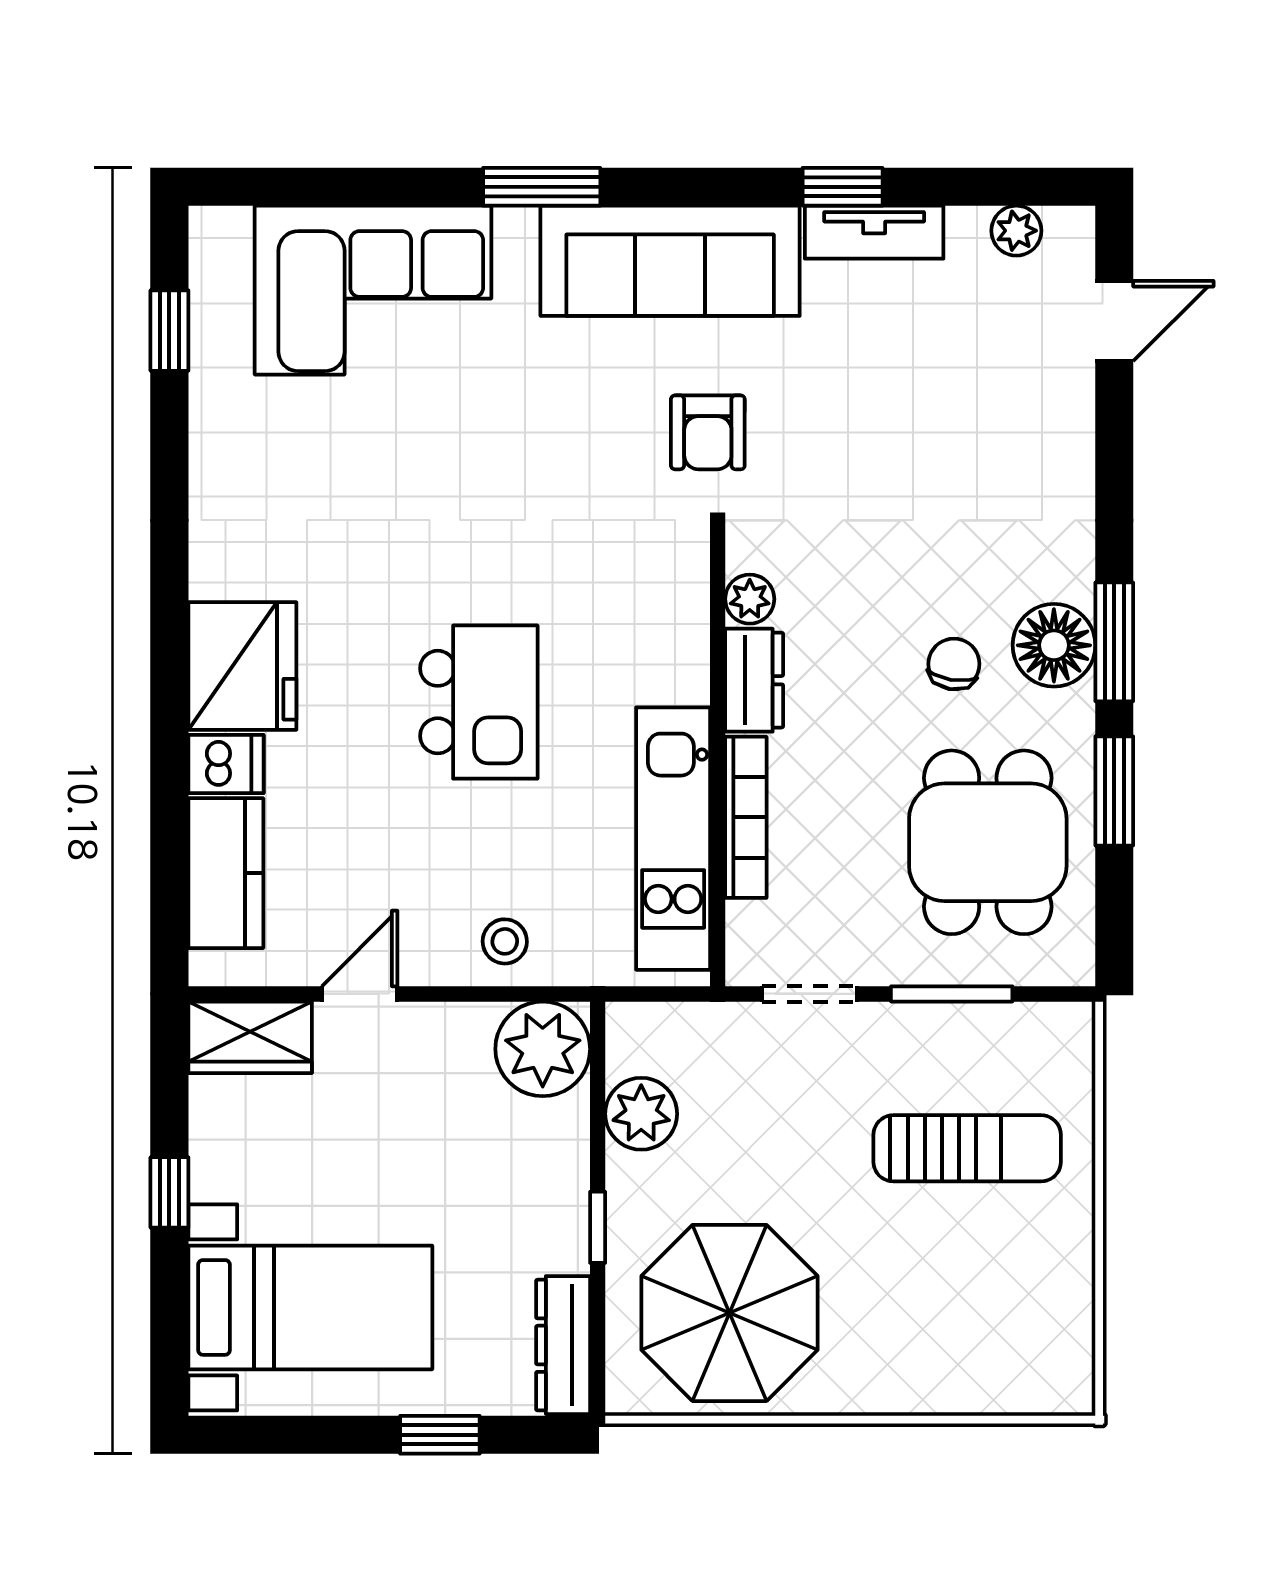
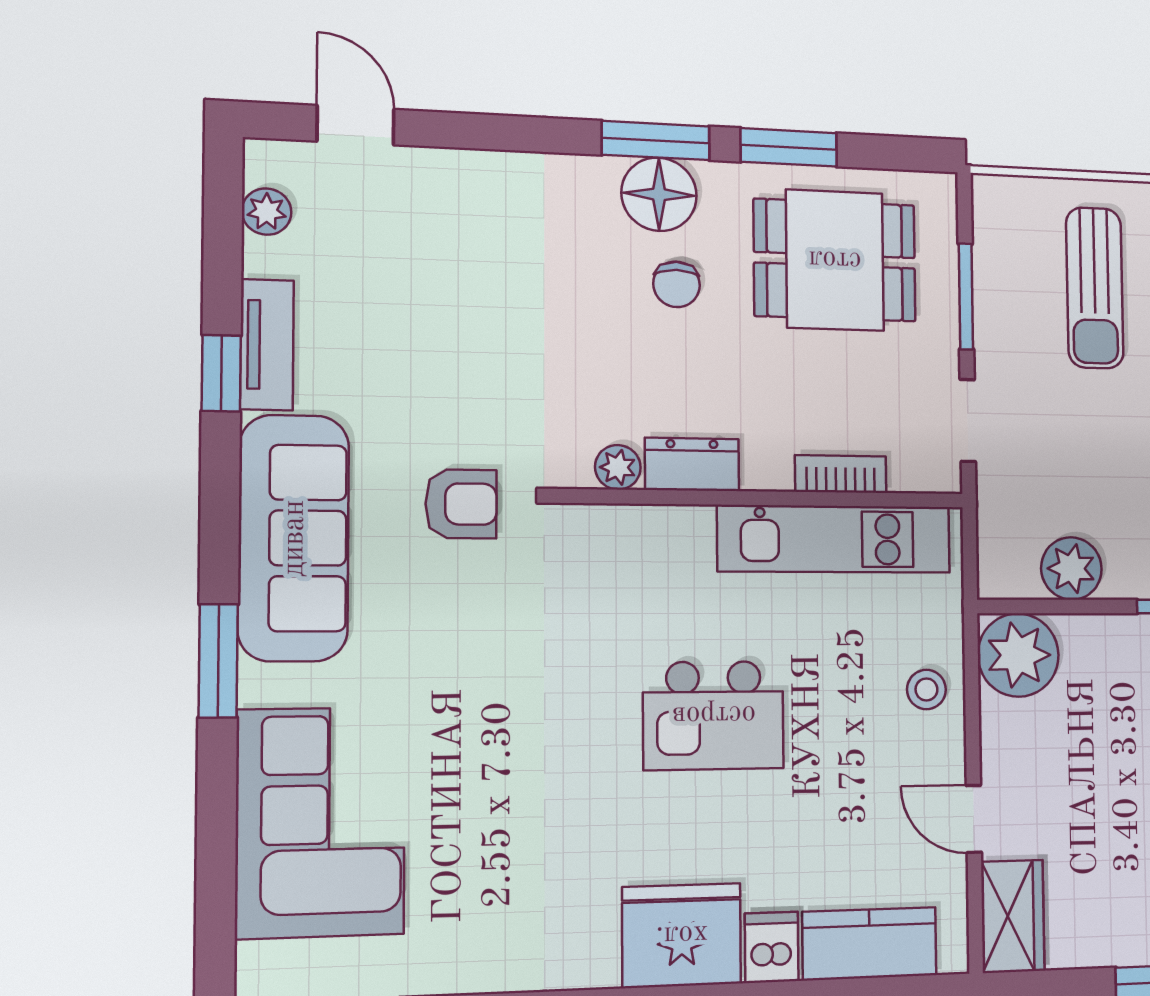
chair: (954, 664) -> (676, 284), turned -99
kitchen island: (479, 702) -> (714, 715), turned 180
bookcase: (746, 817) -> (841, 474), width x0.64
sun lounger: (967, 1148) -> (1095, 288), turned 180

